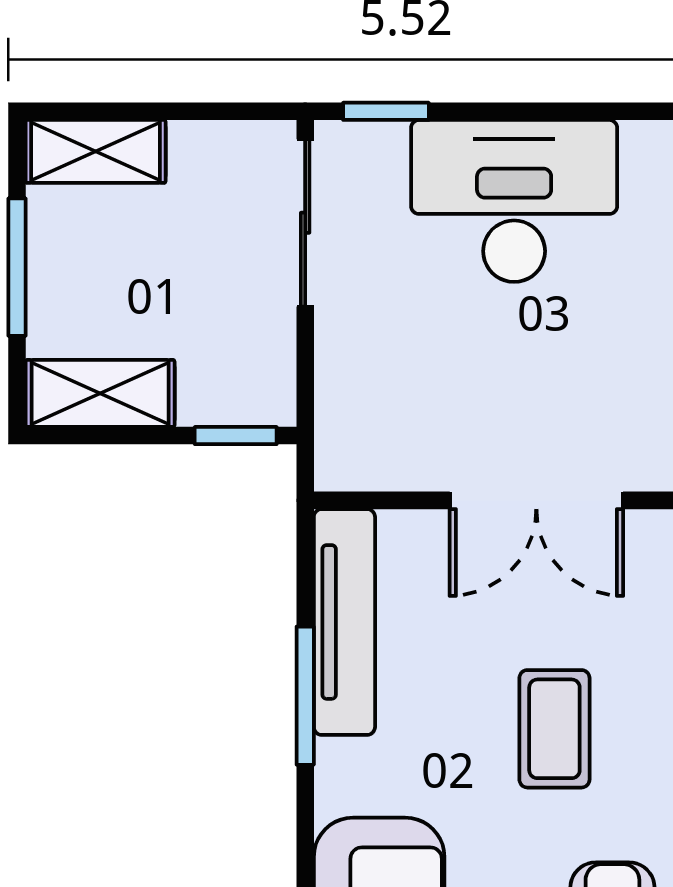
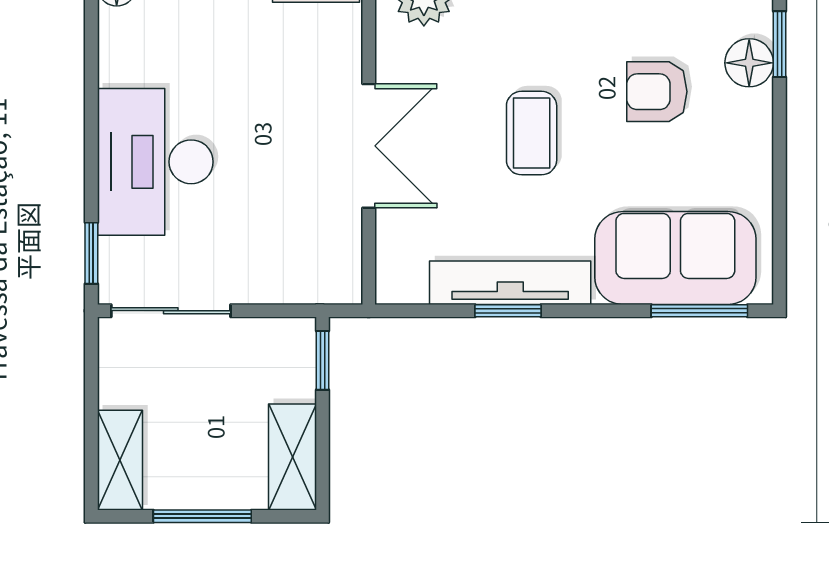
tv unit: (344, 622) -> (510, 283), moved
window: (305, 696) -> (508, 311), width x0.67
coffee table: (554, 729) -> (532, 133), turned 90

